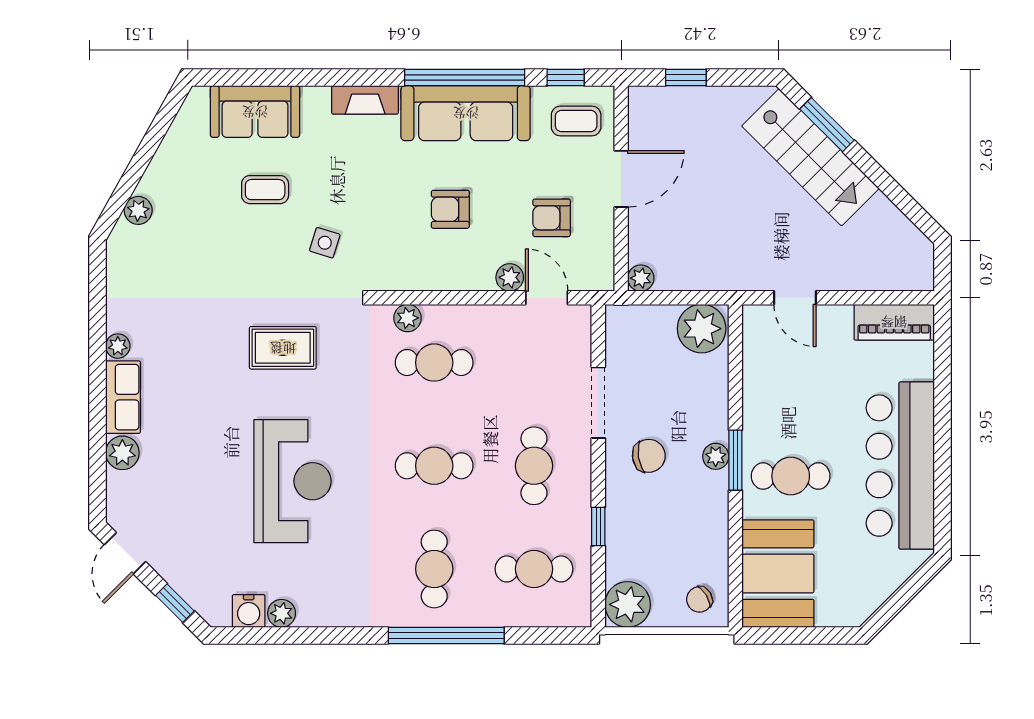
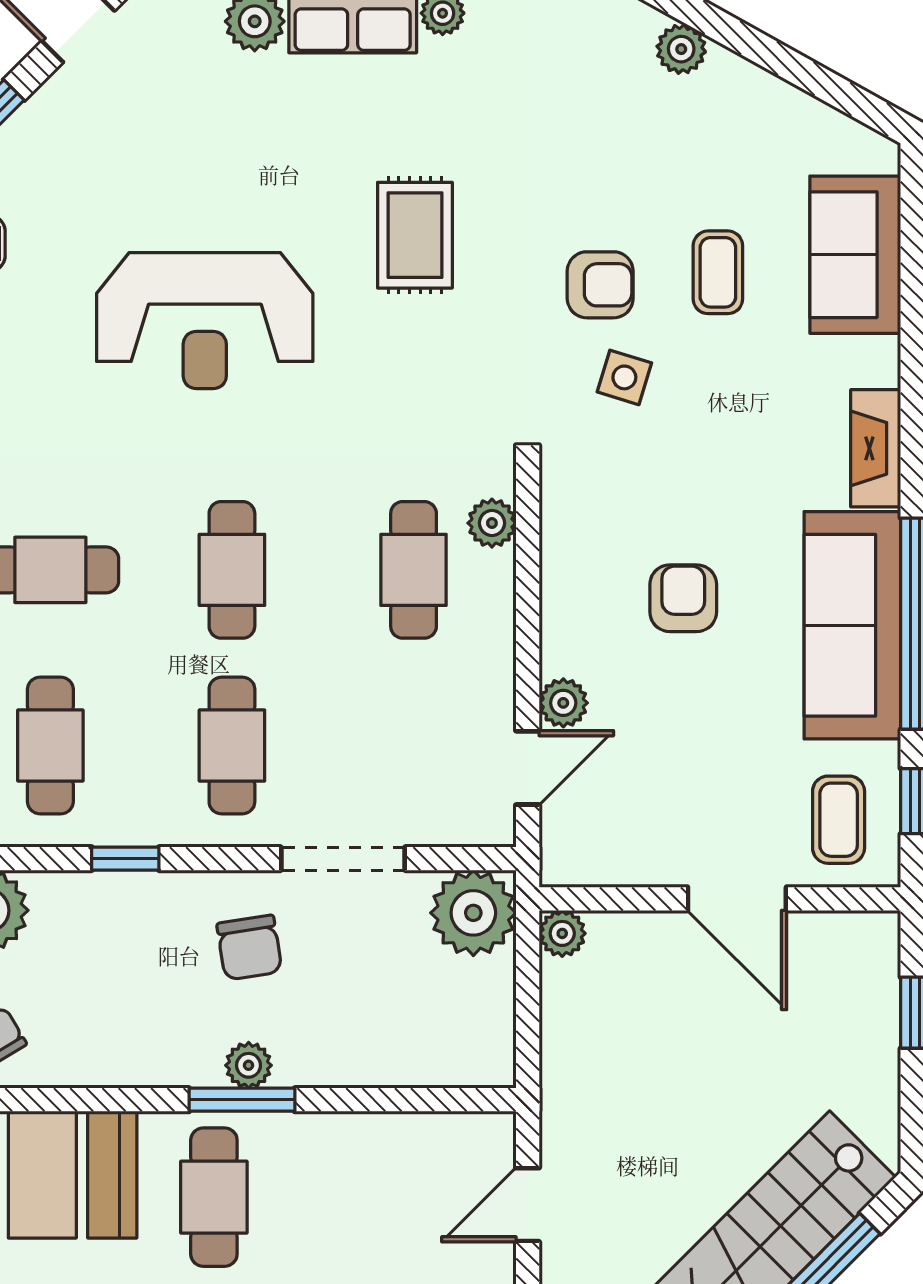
armchair: (552, 218) -> (600, 285), moved, turned 90
plant: (702, 329) -> (473, 913), moved
rug: (283, 348) -> (415, 235), moved
cafe table: (534, 466) -> (232, 745), turned 90

